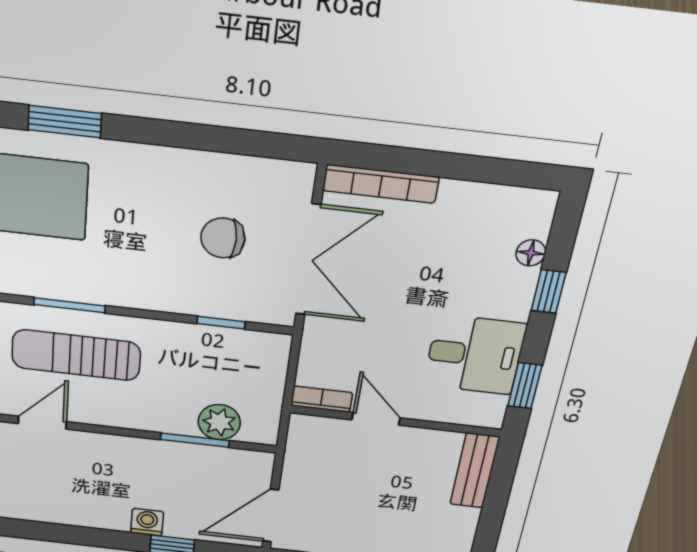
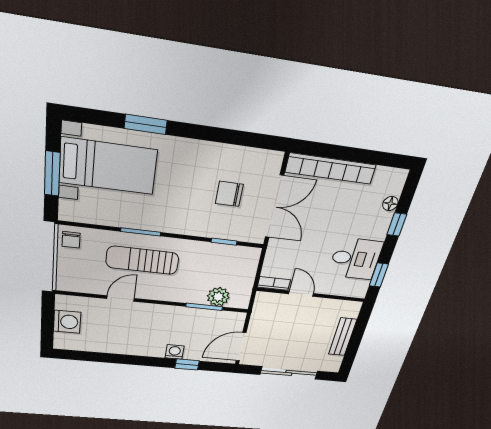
bookcase: (381, 184) -> (331, 169), width x1.48, depth x1.31
bench: (475, 471) -> (343, 337), moved

